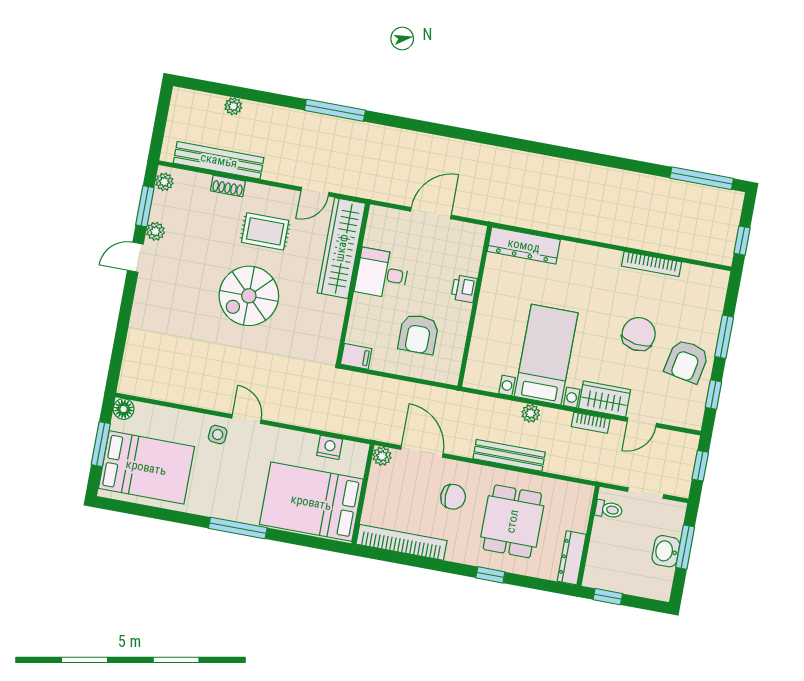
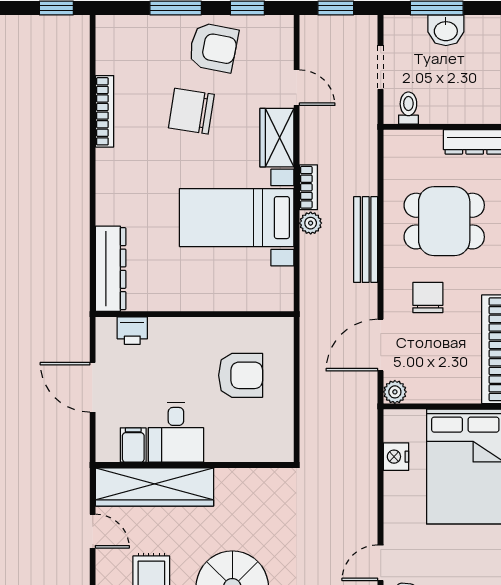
printer: (464, 289) -> (132, 331), moved
filing cabinet: (356, 356) -> (133, 445), moved
bookcase: (591, 423) -> (308, 187), moved

